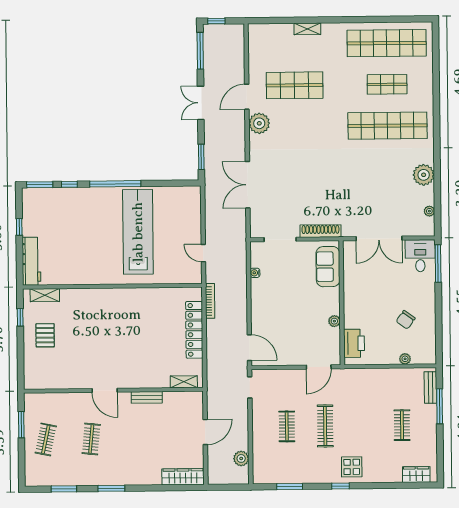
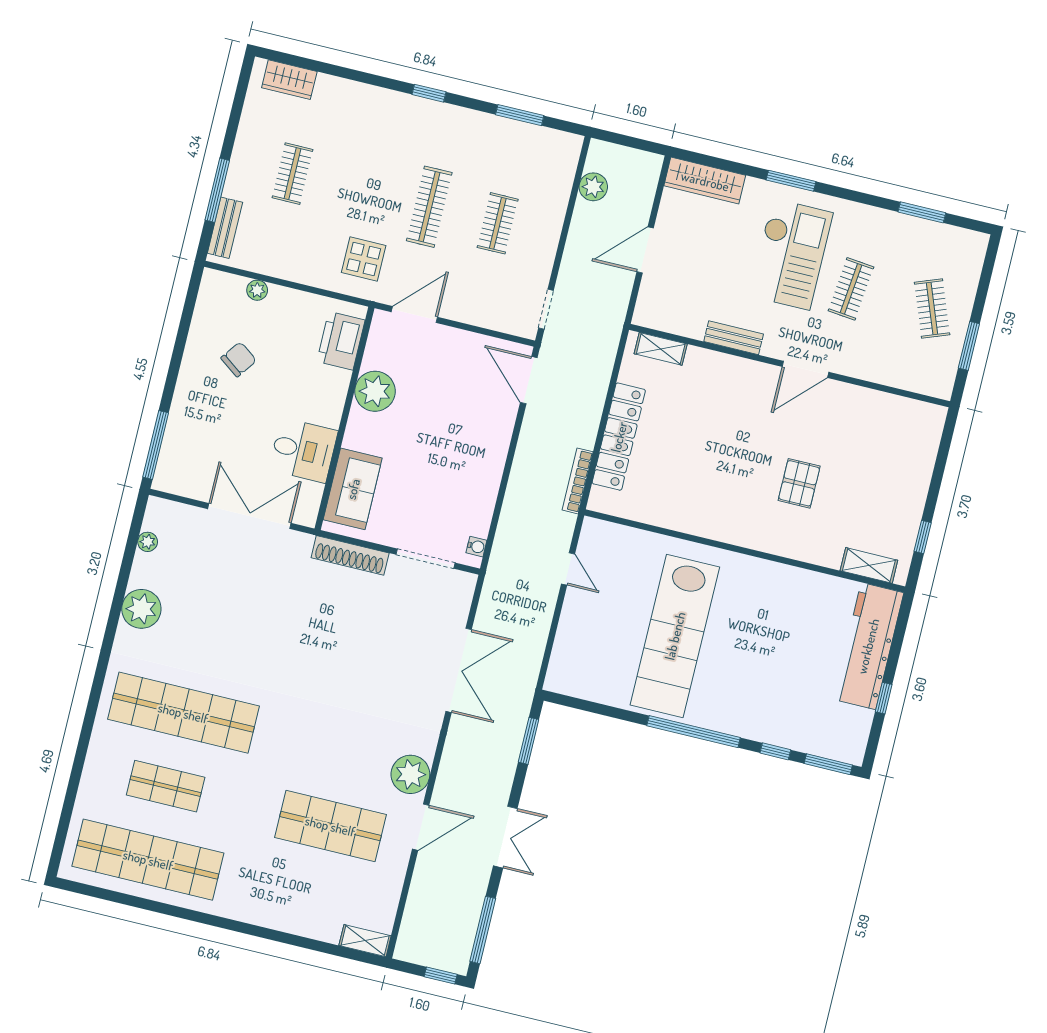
shelving: (307, 29) -> (365, 941), moved
desk: (420, 256) -> (303, 450), moved, turned -90
workbench: (31, 261) -> (868, 646), width x1.36, depth x1.32
water cooler: (255, 273) -> (476, 547), moved
plant: (334, 321) -> (375, 391), width x1.87, depth x1.87
pallet: (45, 335) -> (799, 483), moved
door: (105, 390) -> (805, 369), swing flipped
clothes rail: (46, 439) -> (932, 308), turned -33
checkout: (128, 449) -> (791, 254), added
display table: (352, 467) -> (364, 259), moved
window: (111, 488) -> (791, 181), moved

